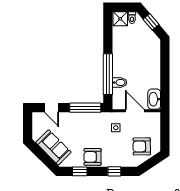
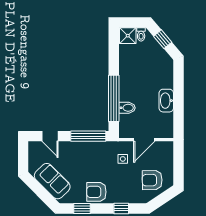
washbasin: (154, 99) -> (166, 101), moved
door: (135, 111) -> (144, 140), swing flipped

